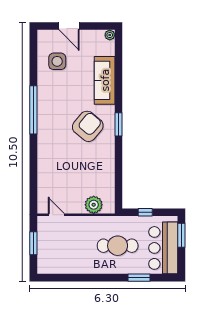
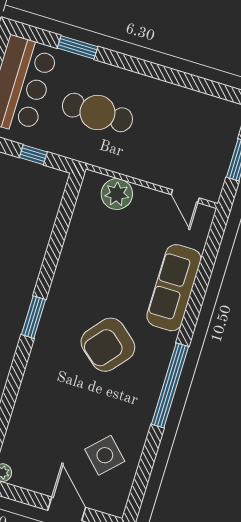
side table: (57, 61) -> (105, 455), turned 45
sofa: (105, 80) -> (174, 288), moved, turned 180
armchair: (88, 126) -> (108, 345), moved

